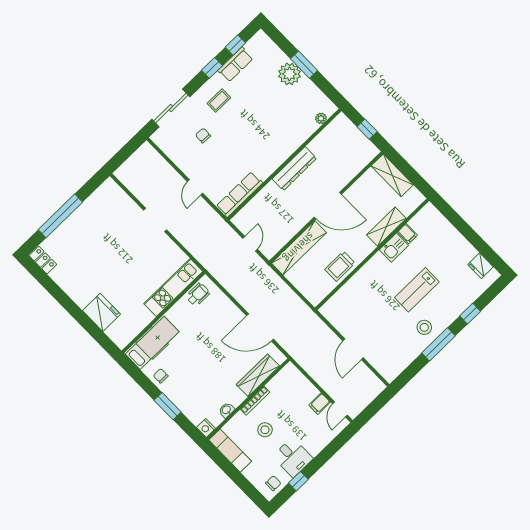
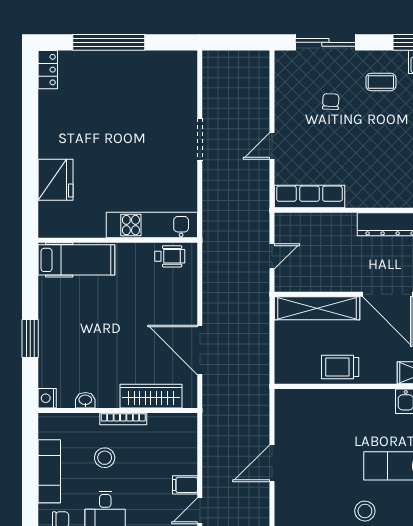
chair: (161, 376) -> (53, 301), removed
exam couch: (230, 451) -> (49, 471), moved

